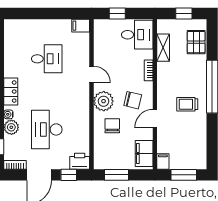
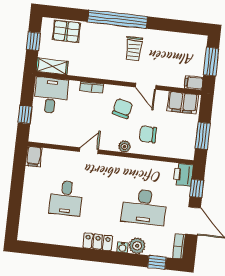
shelving: (163, 48) -> (52, 66), moved
desk: (47, 59) -> (66, 198), turned 180
plant: (104, 101) -> (124, 147), width x0.53, depth x0.53

